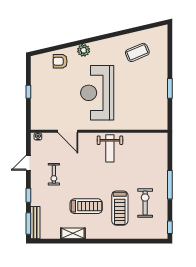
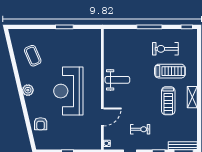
plant: (84, 50) -> (28, 90), moved
reception desk: (97, 93) -> (68, 91), turned 90
treadmill: (86, 206) -> (168, 101), turned 180
shelving: (73, 233) -> (192, 97), moved

